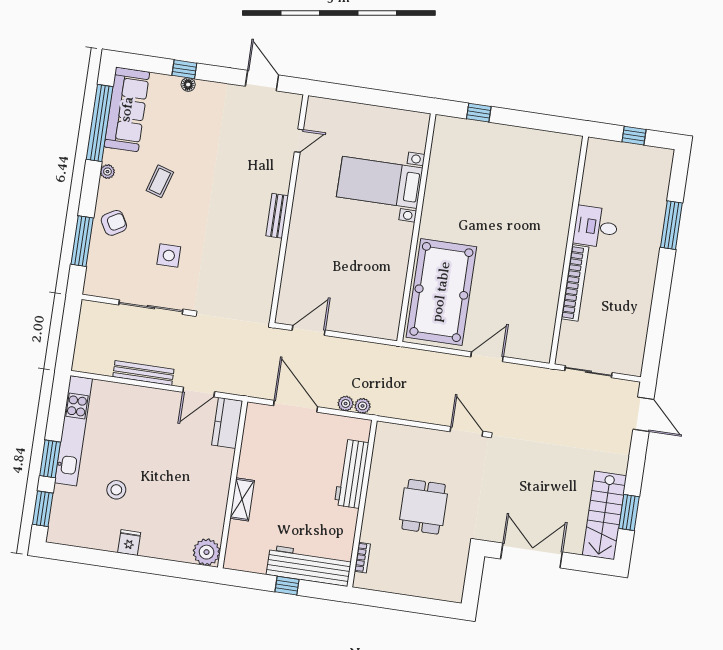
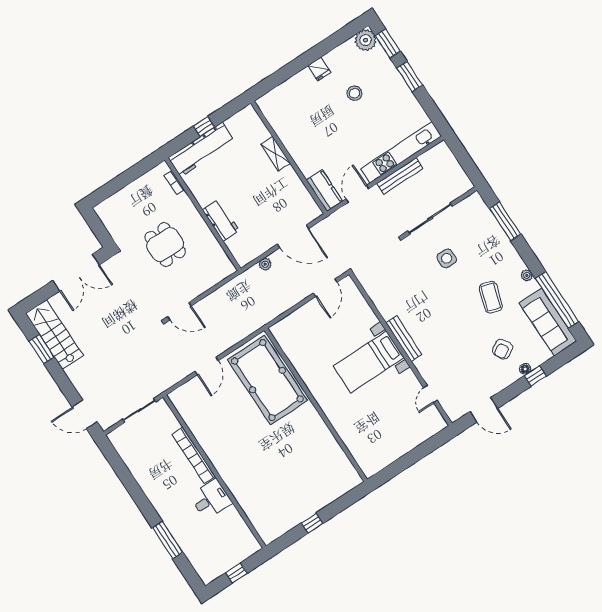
window: (479, 113) -> (312, 523), moved
coffee table: (160, 181) -> (491, 297), width x1.36, depth x1.30
bed with nightstands: (380, 182) -> (369, 362), moved, turned 180
bench: (277, 216) -> (404, 339), width x1.36
armchair: (114, 223) -> (502, 349), moved
plant: (363, 406) -> (254, 272), removed
kitchen unit: (73, 431) -> (401, 152), moved, turned 90
workbench: (352, 474) -> (221, 220), width x0.73
plant: (207, 552) -> (366, 40), moved

